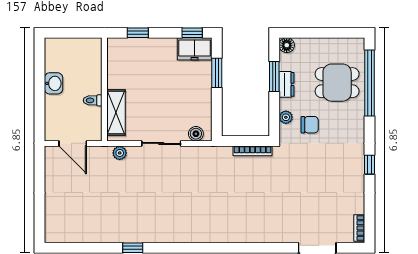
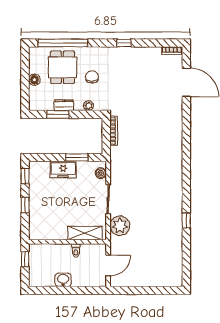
window: (81, 33) -> (25, 259), added
window: (138, 33) -> (25, 205), moved
floor lamp: (287, 45) -> (34, 80), moved
freezer: (195, 49) -> (63, 170), moved, turned 90
window: (217, 73) -> (77, 157), moved
chair: (310, 125) -> (92, 77), moved
plant: (120, 153) -> (120, 226), width x1.87, depth x1.87

